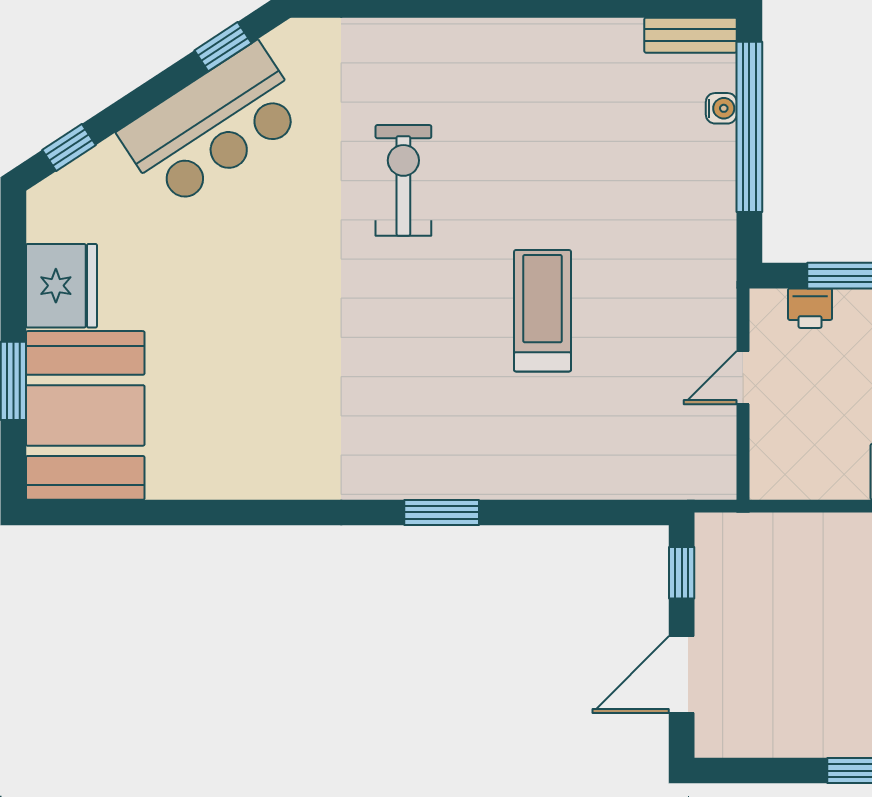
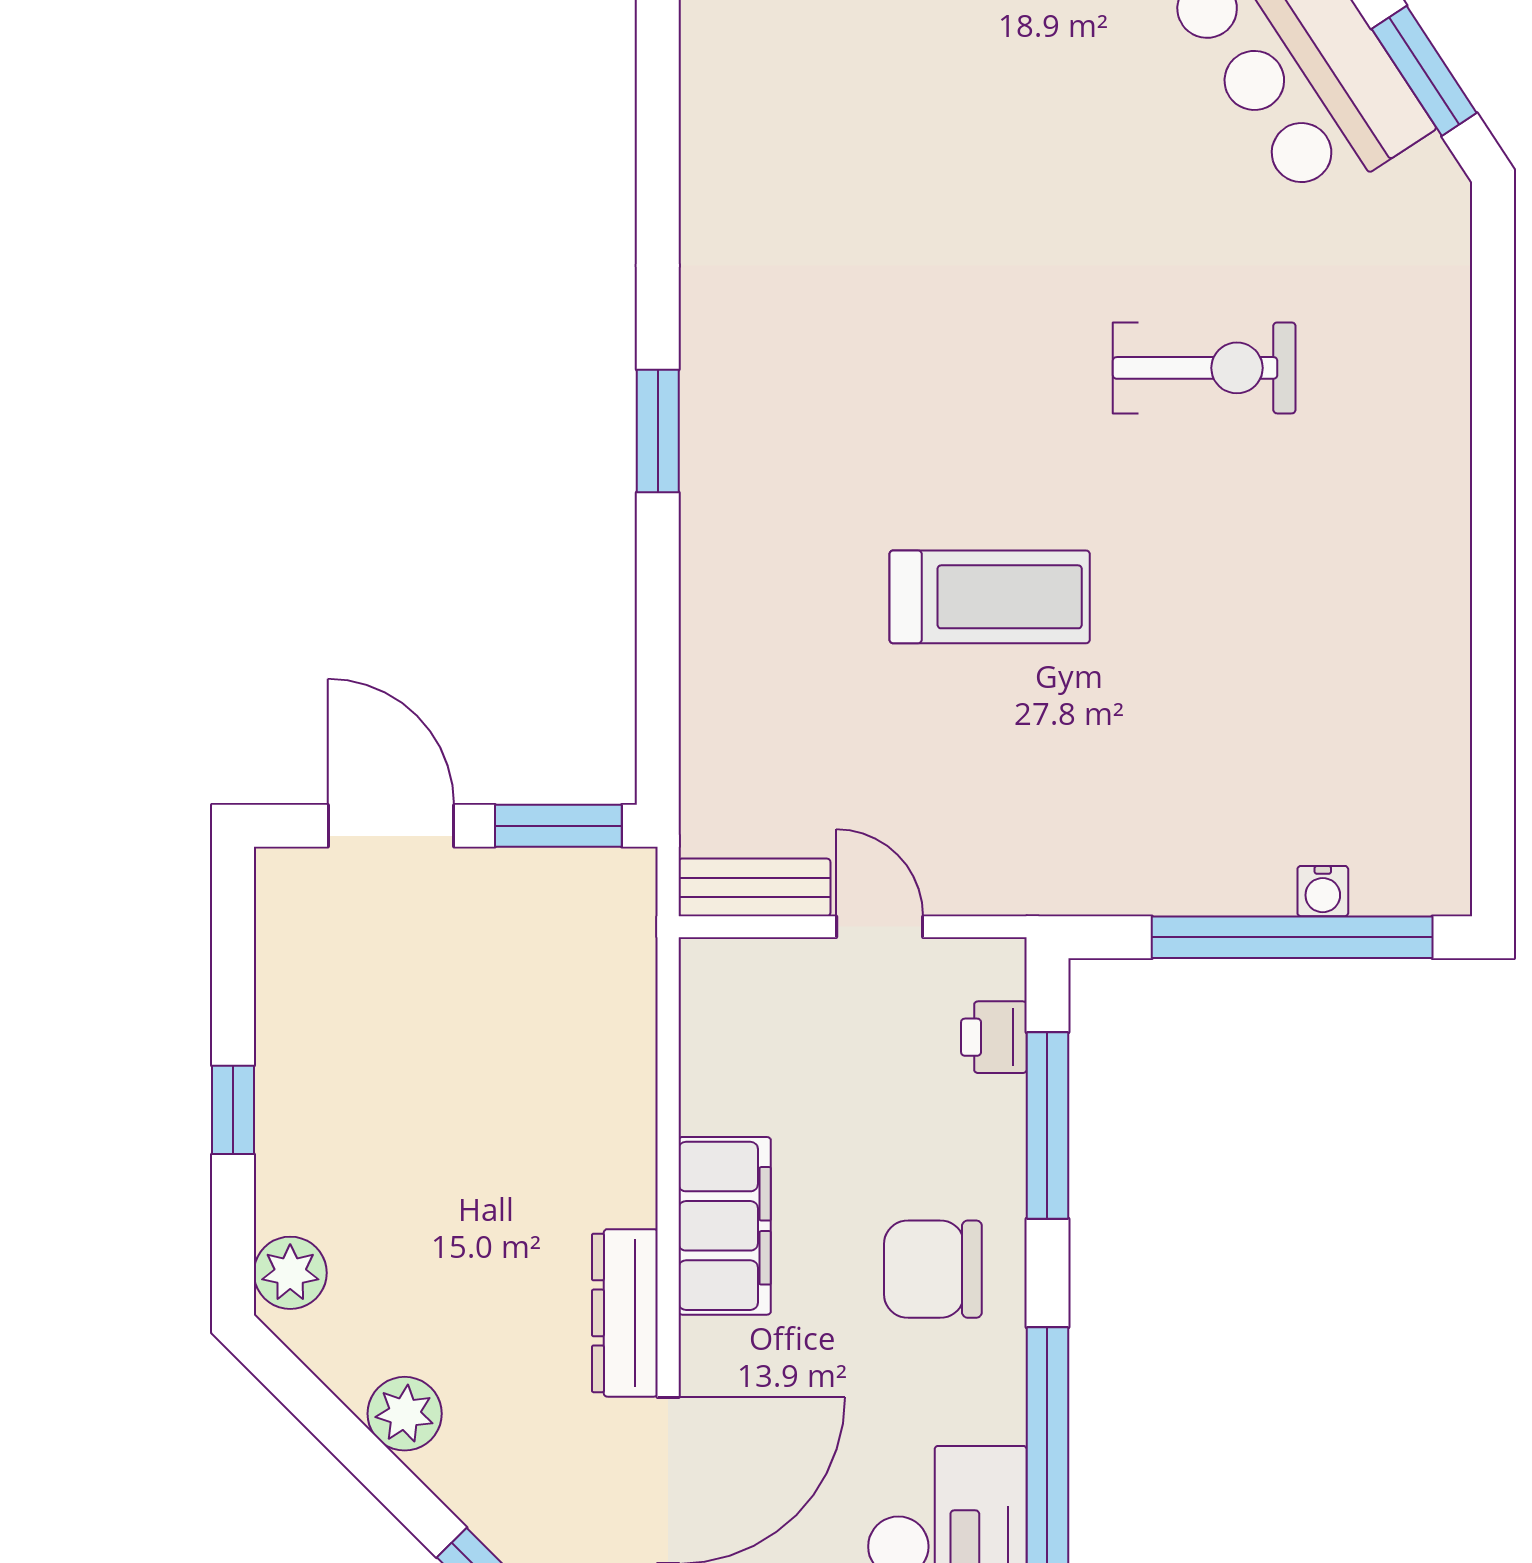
bench: (691, 35) -> (754, 887), moved, turned 90
window: (223, 47) -> (1424, 71), width x1.50
window: (682, 573) -> (558, 826), width x1.50

